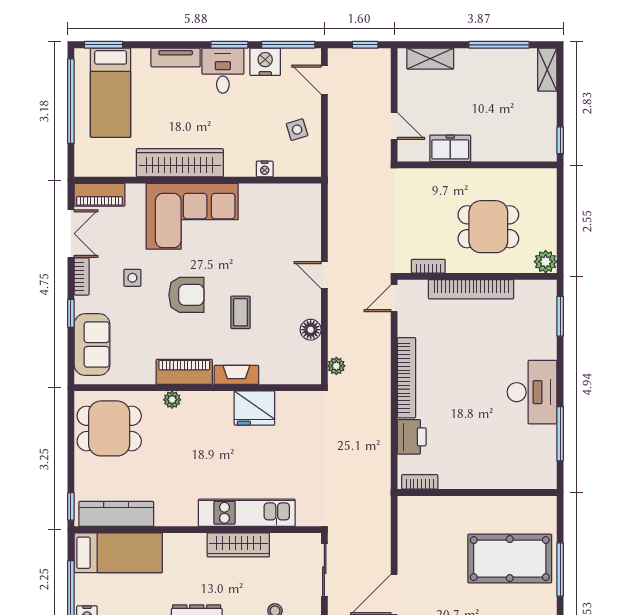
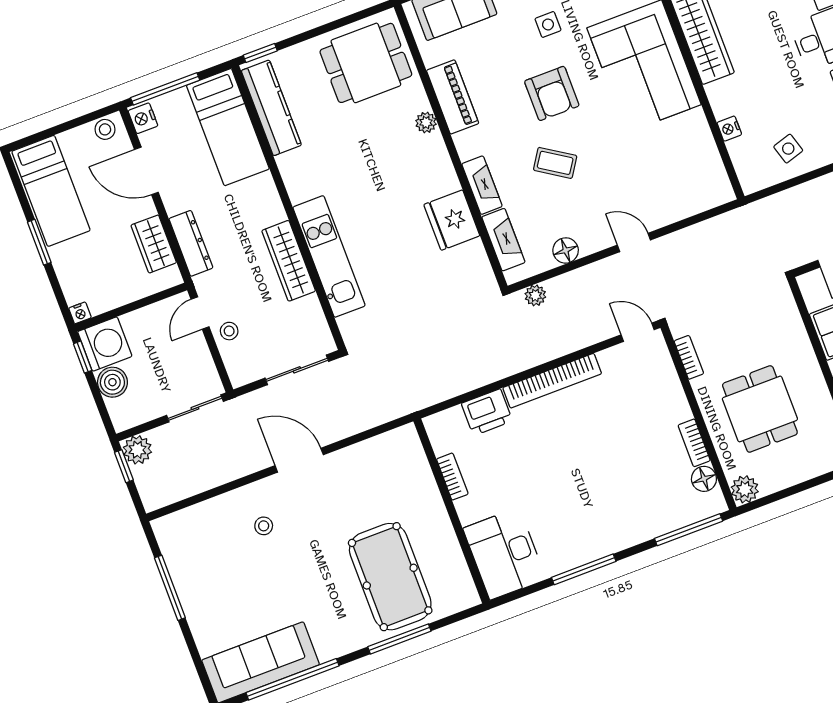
door: (324, 275) -> (634, 242), hinge flipped
bookcase: (471, 289) -> (694, 443), width x0.43, depth x0.76
floor lamp: (526, 290) -> (704, 479), added
coffee table: (241, 312) -> (555, 163), turned 33
window: (560, 316) -> (689, 530), width x1.44
piano: (184, 372) -> (453, 97), moved
fireplace: (284, 374) -> (503, 240), added
desk: (532, 392) -> (504, 554), moved, turned 90
dining table: (109, 428) -> (366, 63), turned 90
window: (560, 434) -> (584, 569), moved
bookcase: (420, 482) -> (452, 477), moved

